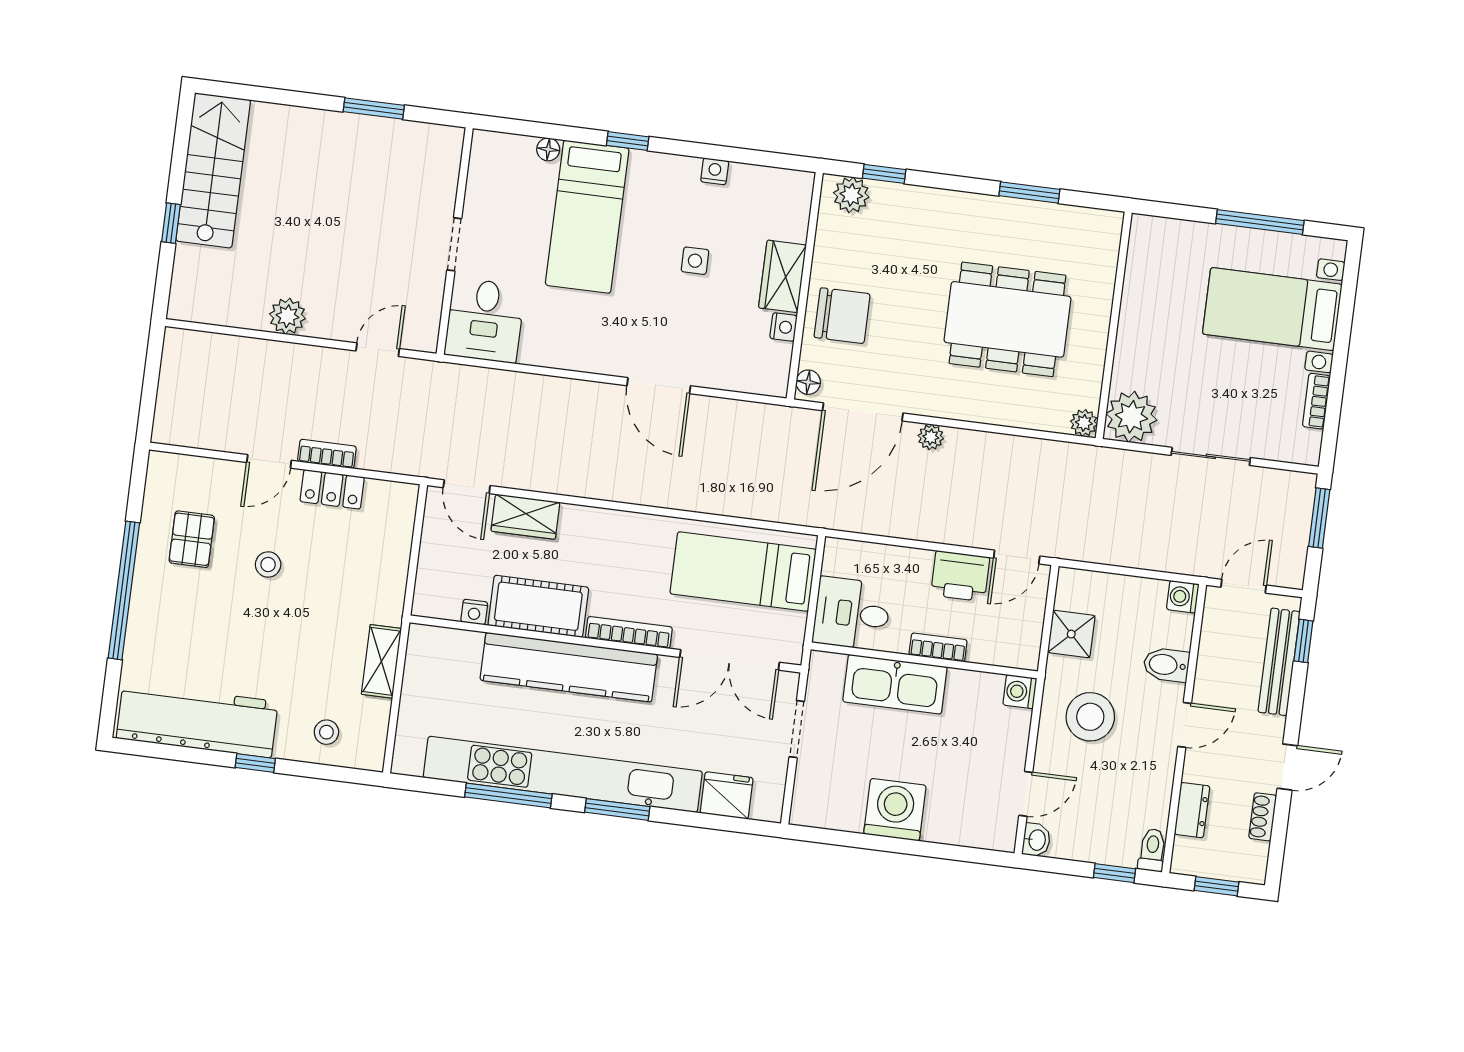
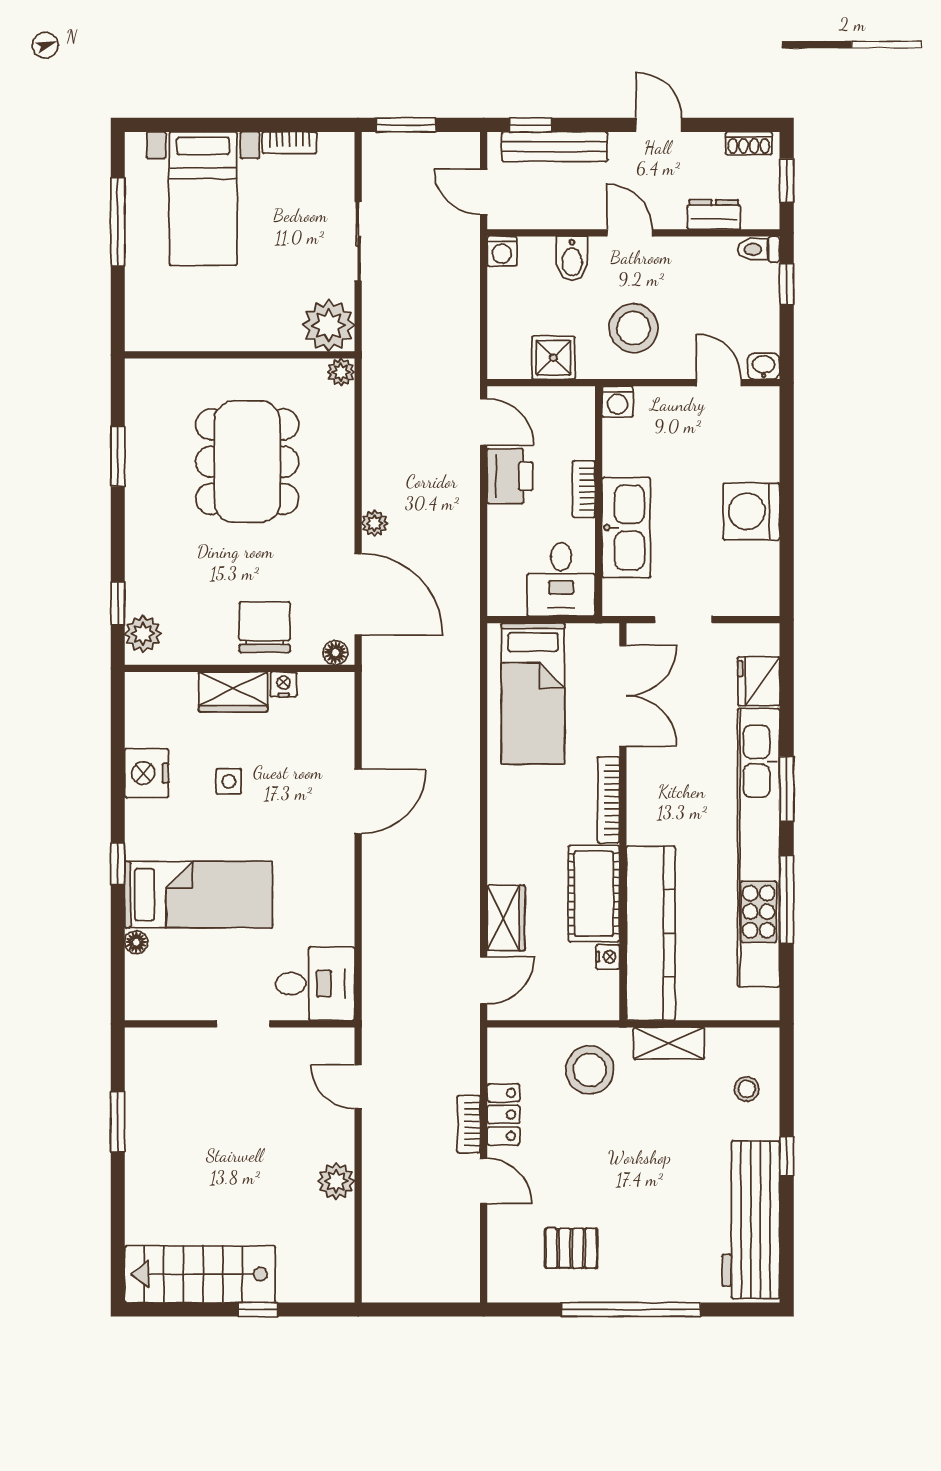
nightstand: (715, 171) -> (147, 773), width x1.89, depth x1.79
stool: (268, 564) -> (590, 1070), moved, width x1.89, depth x1.89
kitchen counter: (569, 667) -> (651, 933), moved
shoe rack: (1263, 817) -> (749, 143), moved

